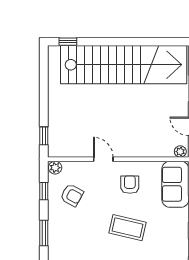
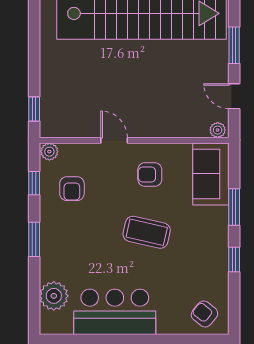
armchair: (130, 185) -> (150, 174), turned -90
armchair: (72, 195) -> (72, 189), turned 61

